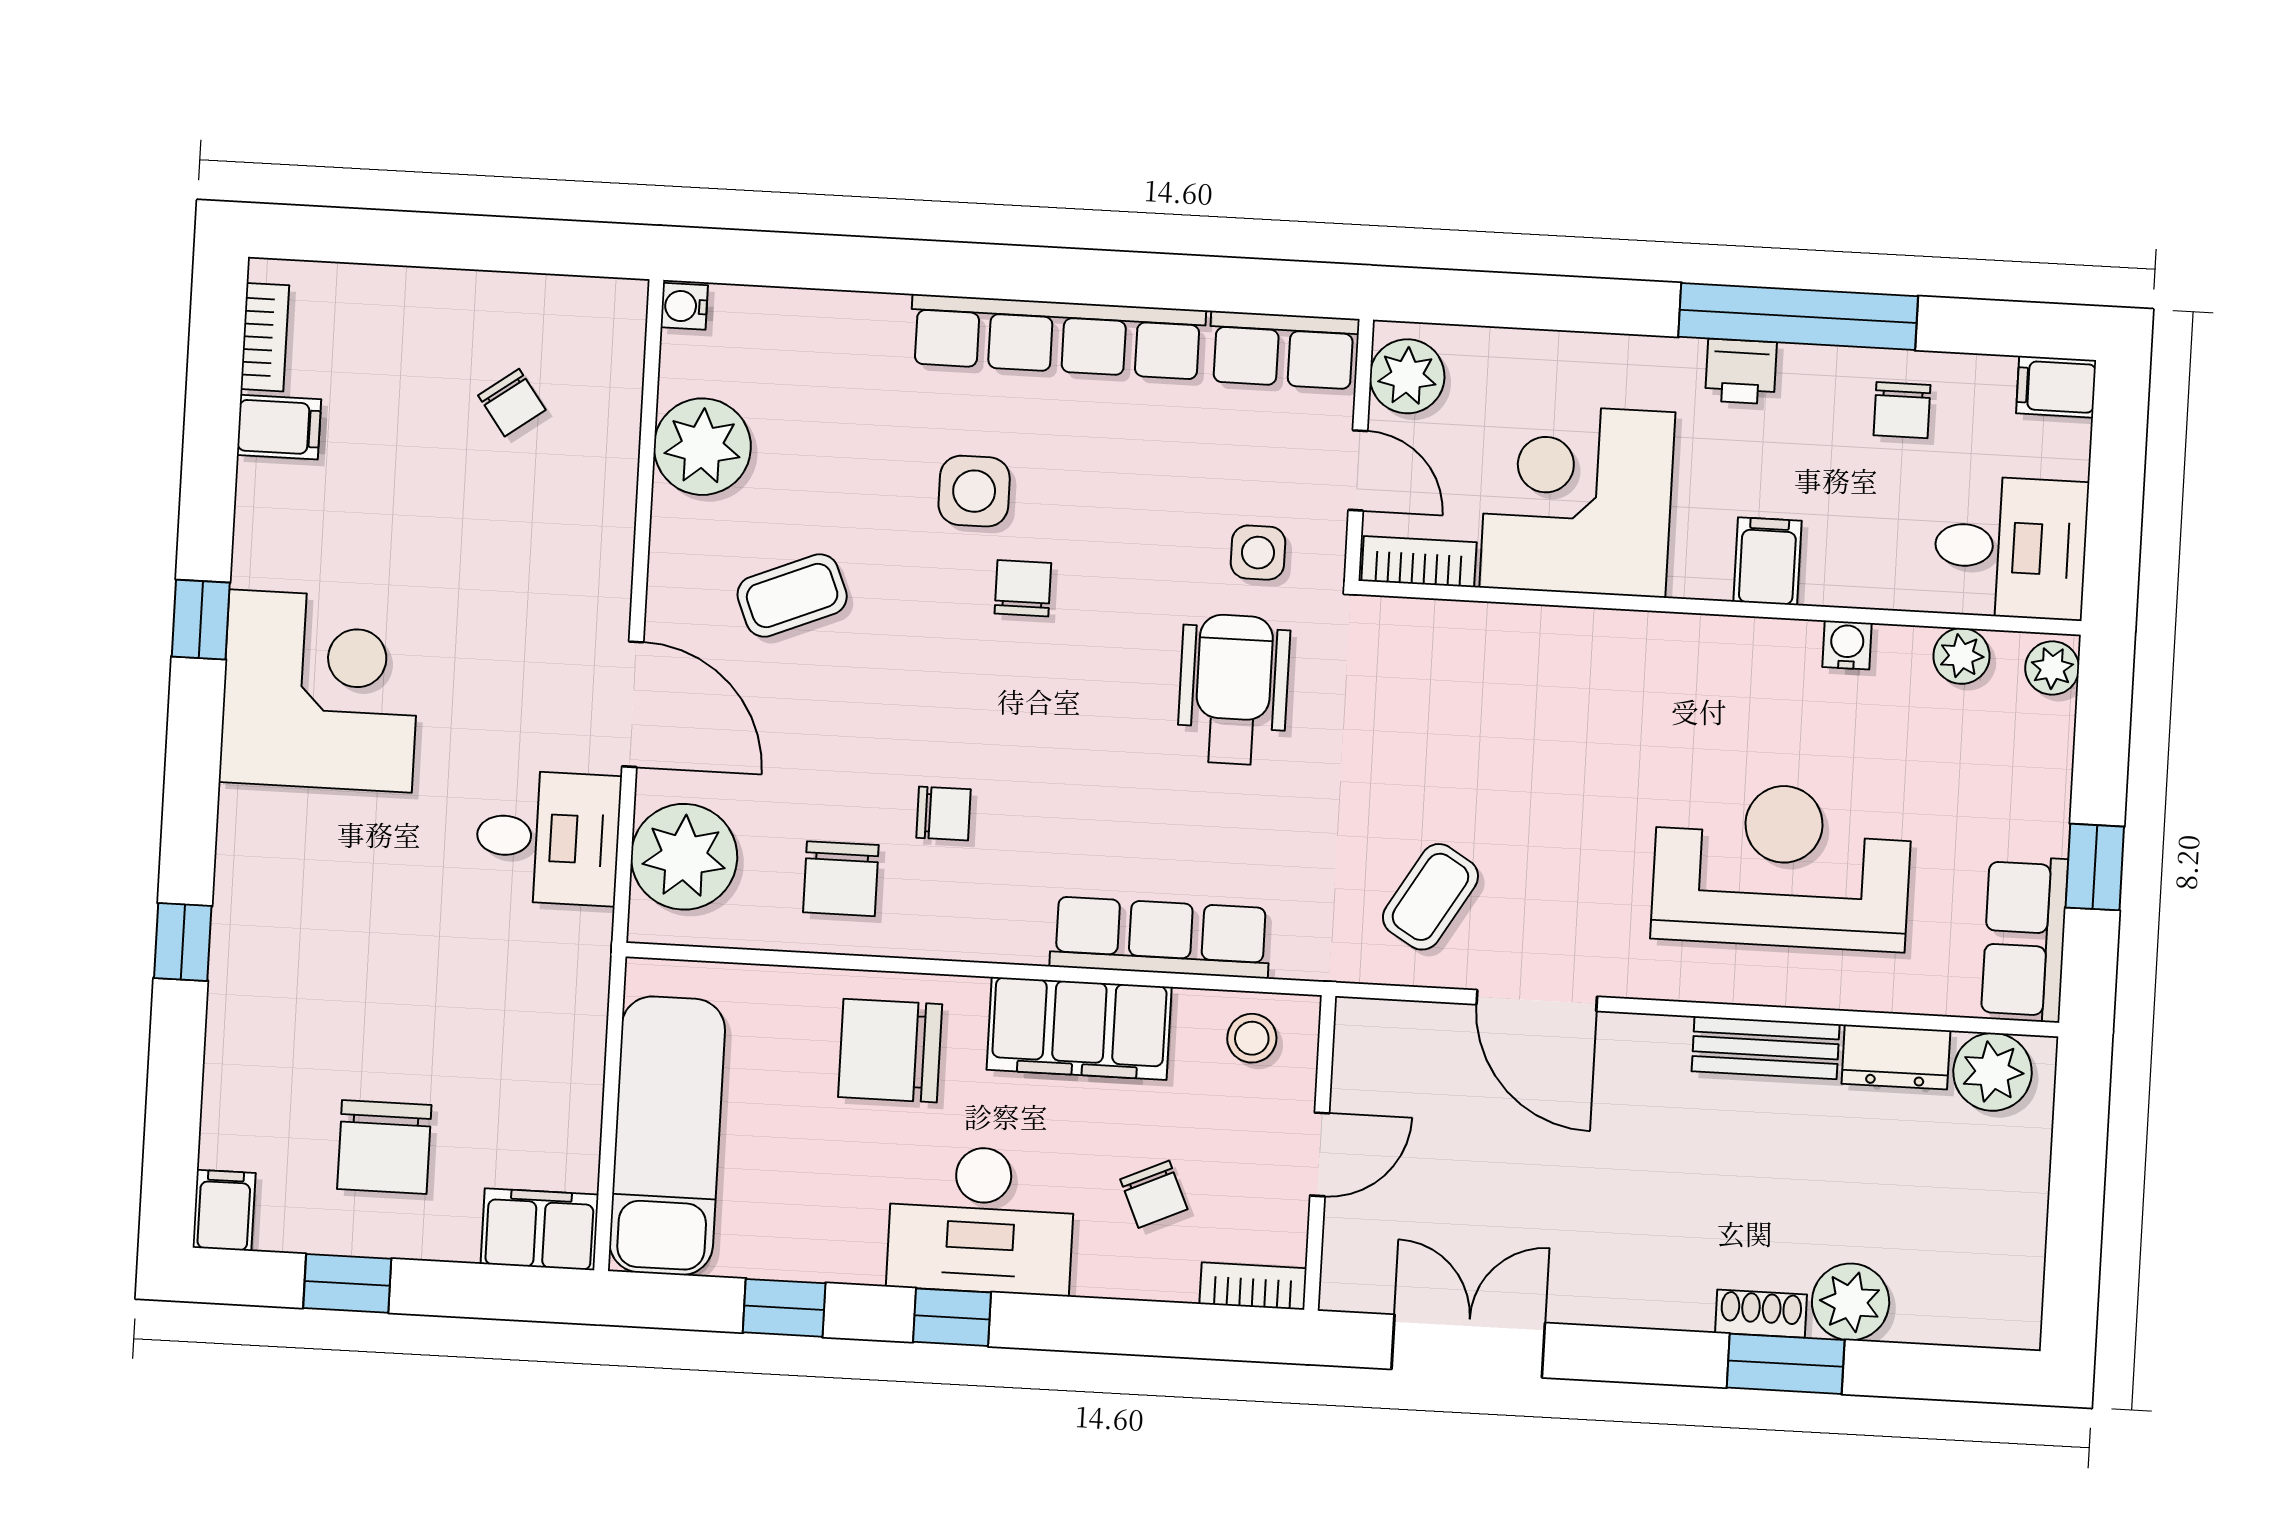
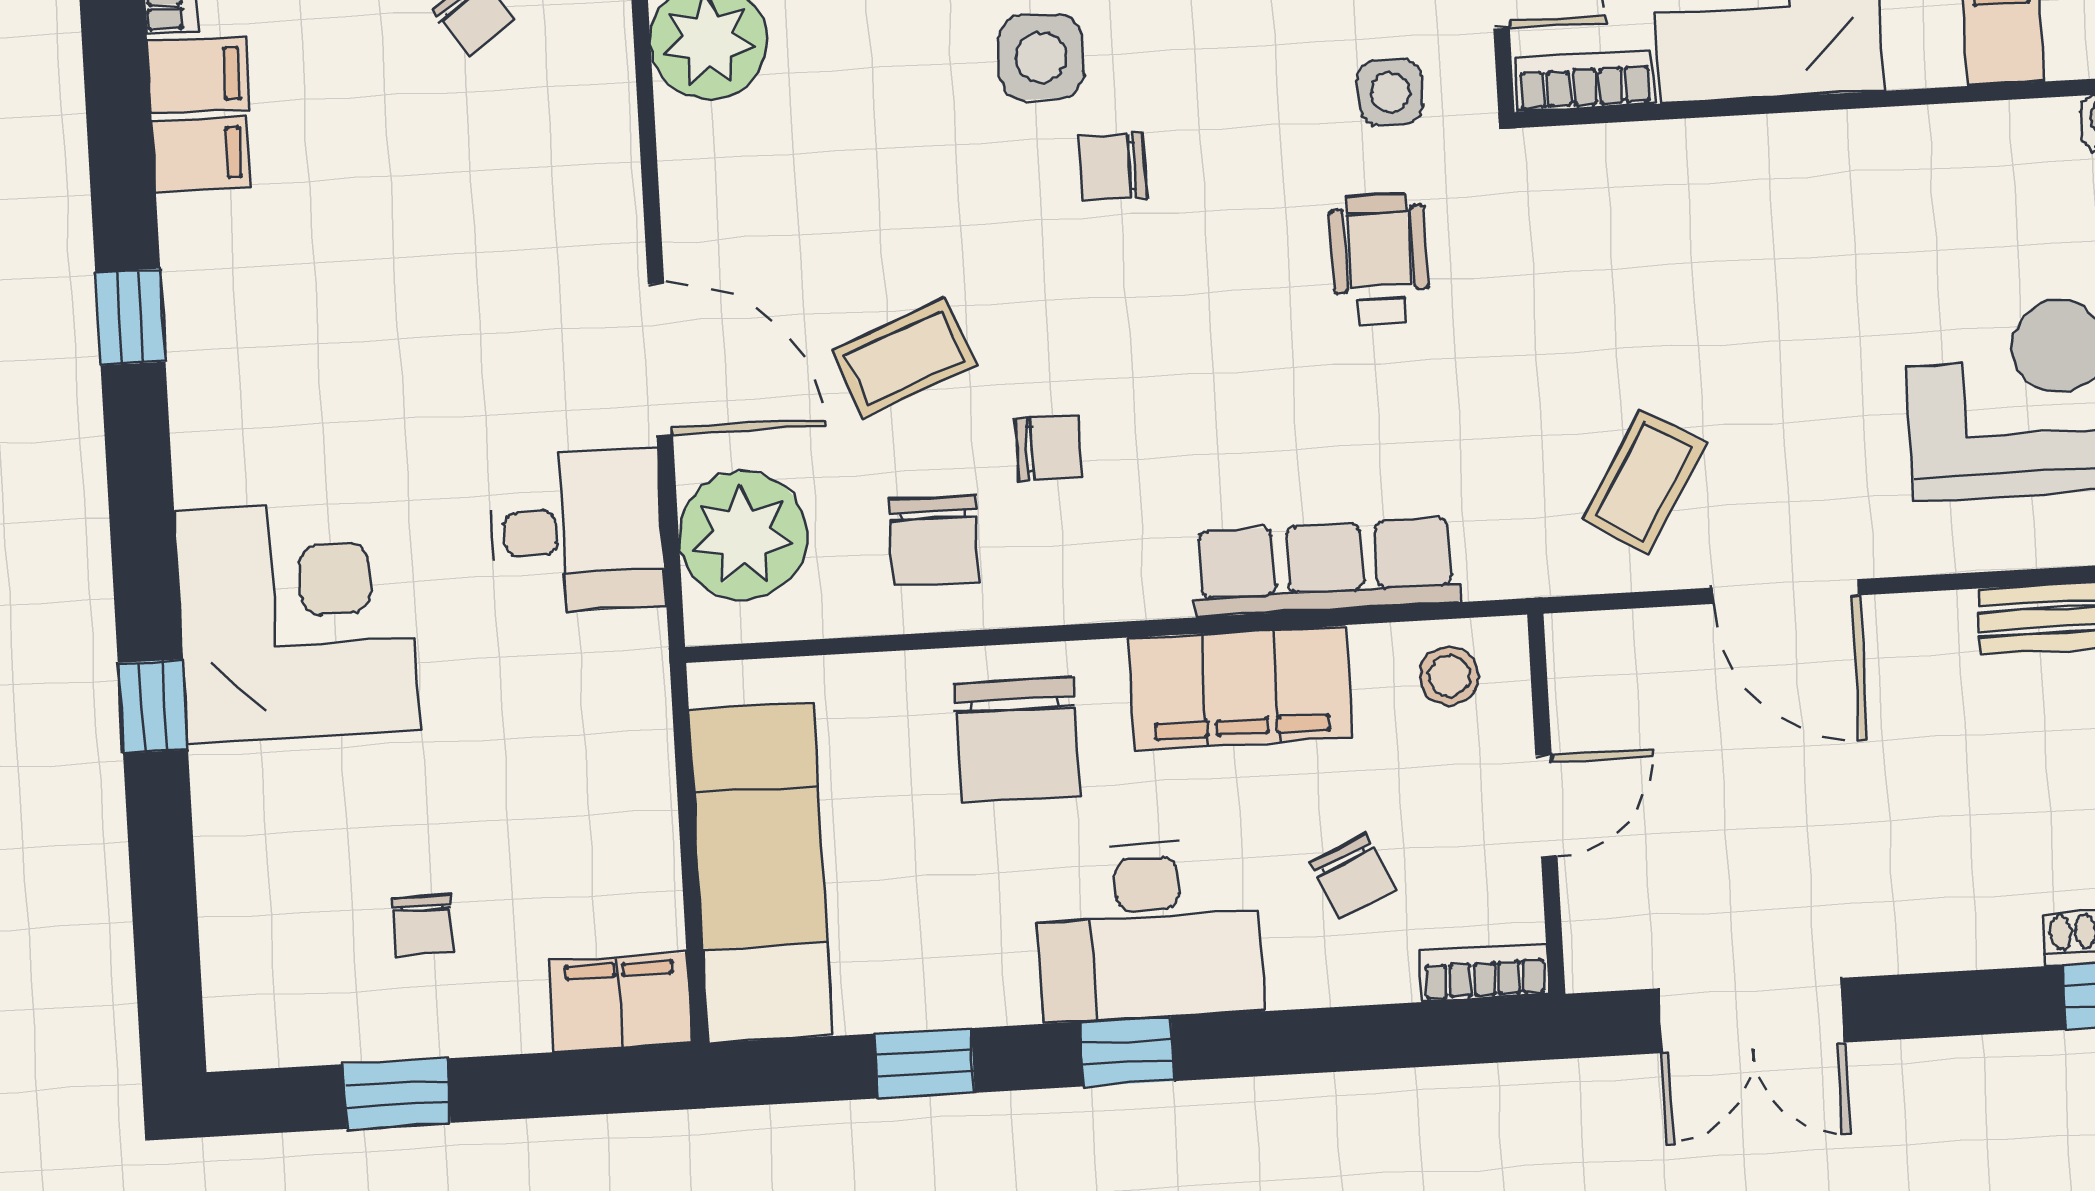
chair: (1023, 588) -> (1113, 167), turned -90
coffee table: (792, 595) -> (905, 358), moved
wheelchair: (1234, 689) -> (1379, 260), width x0.73, depth x0.73
corner desk: (321, 691) -> (297, 621), moved
chair: (890, 1051) -> (1017, 740), turned -90
chair: (384, 1147) -> (423, 925), width x0.54, depth x0.54
filing cabinet: (224, 1210) -> (201, 154), moved, turned 90
double door: (1468, 1346) -> (1751, 1016), swing flipped

